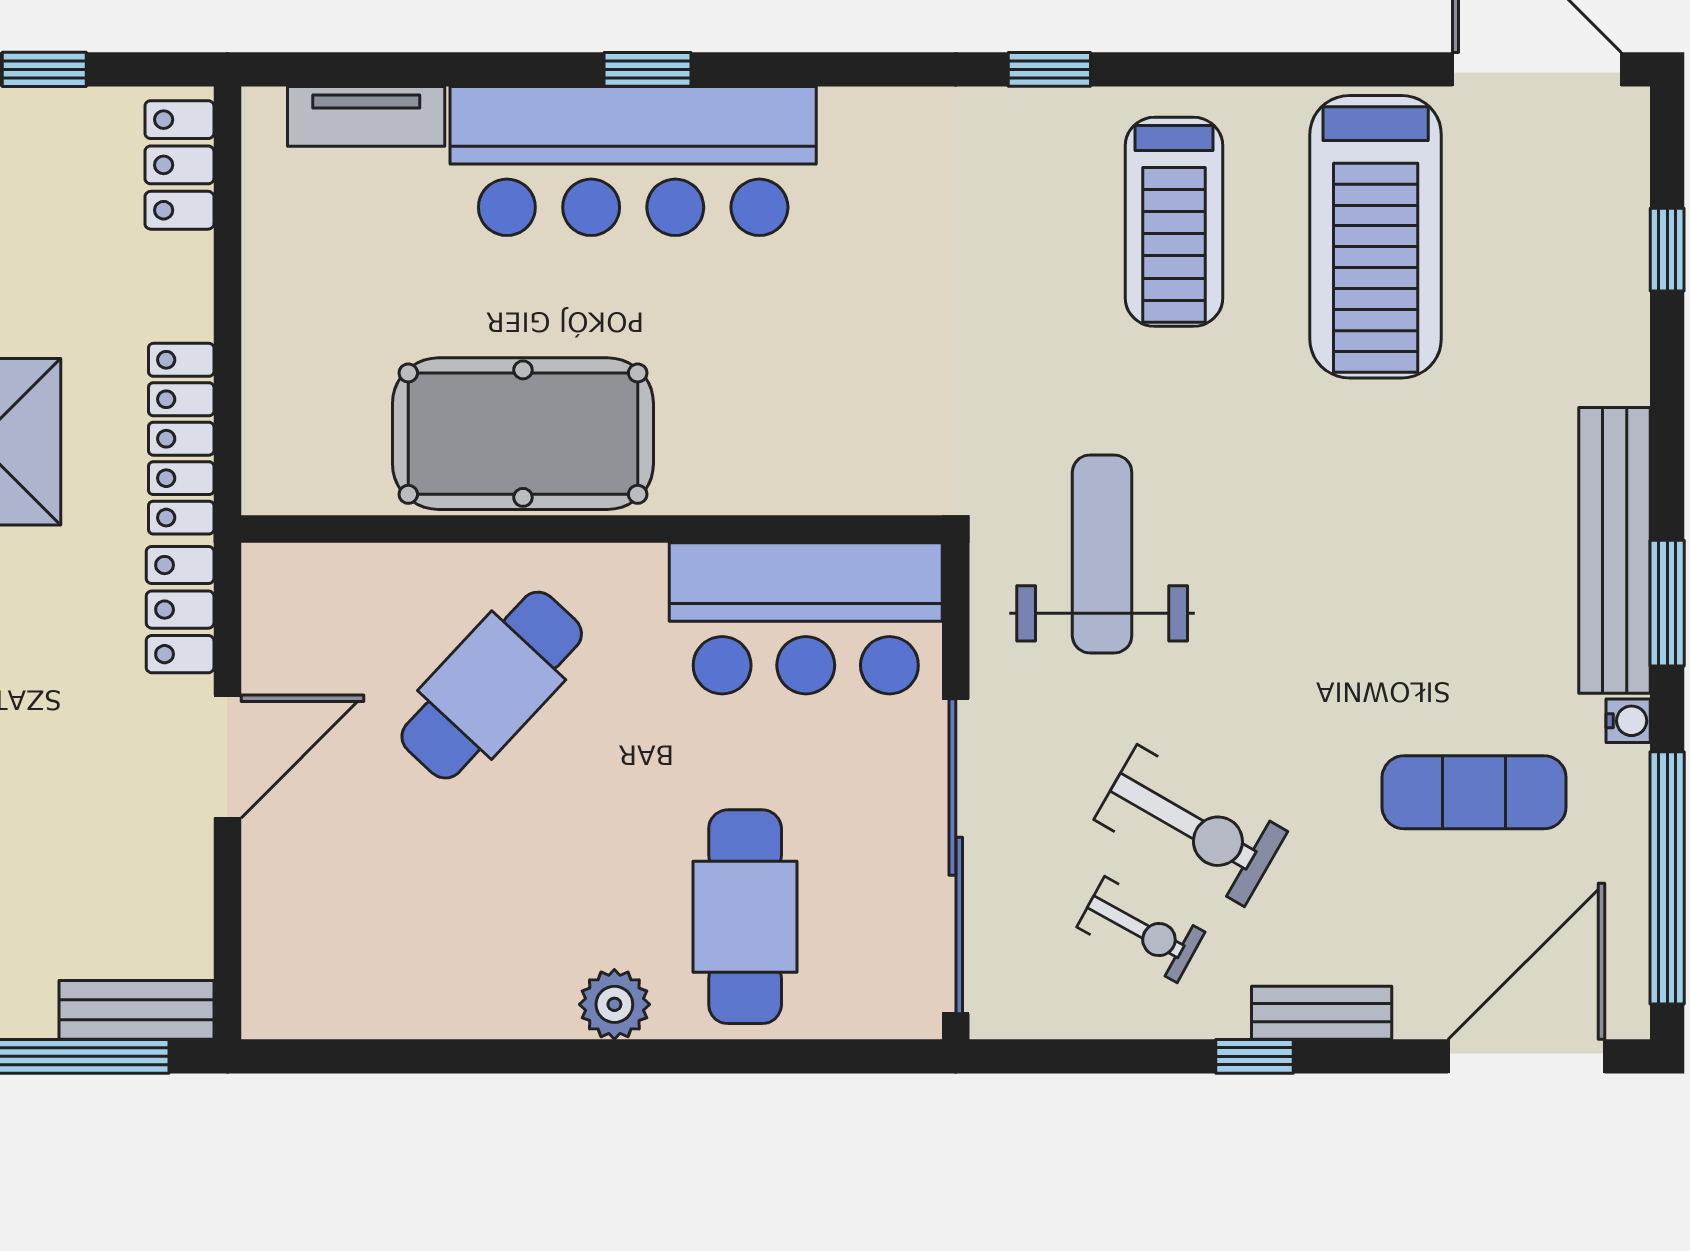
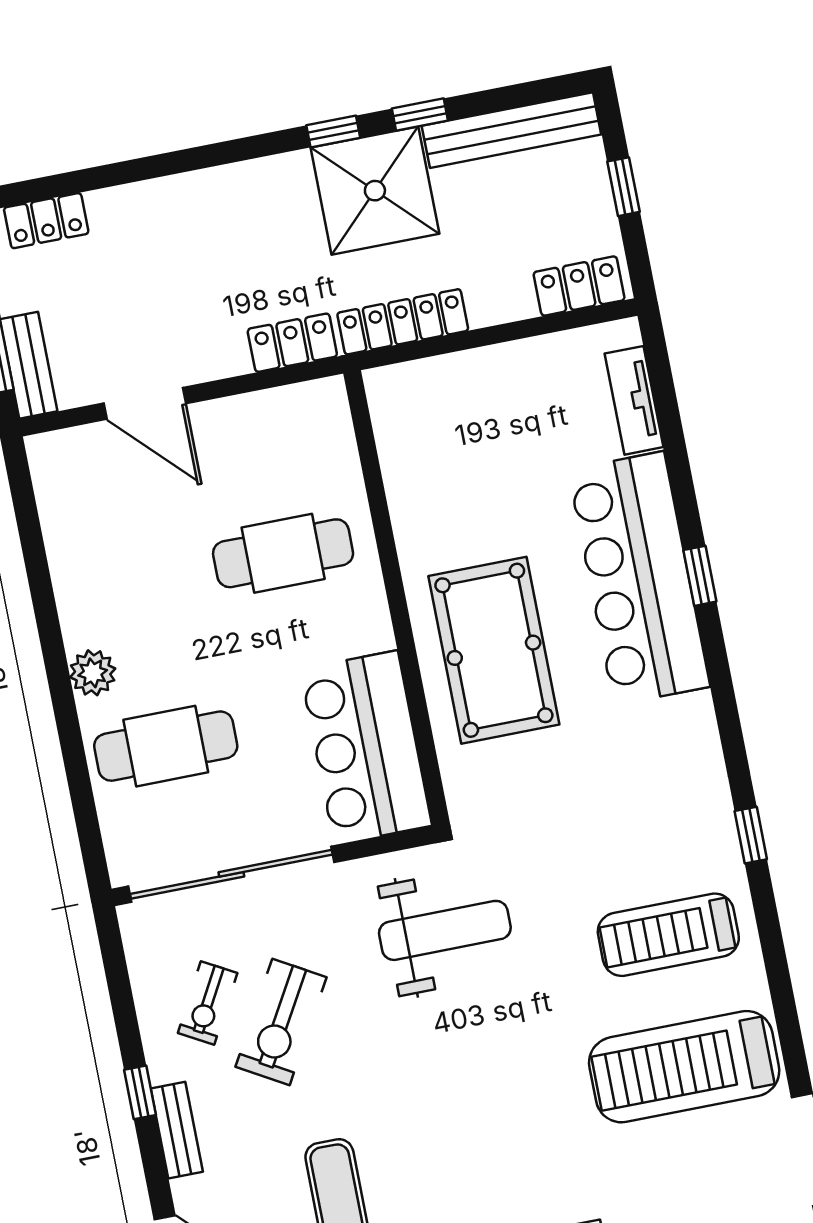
pool table: (523, 434) -> (494, 650), moved
cafe table: (492, 685) -> (283, 553), turned -43
door: (227, 757) -> (145, 403), moved

